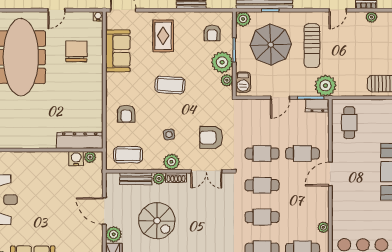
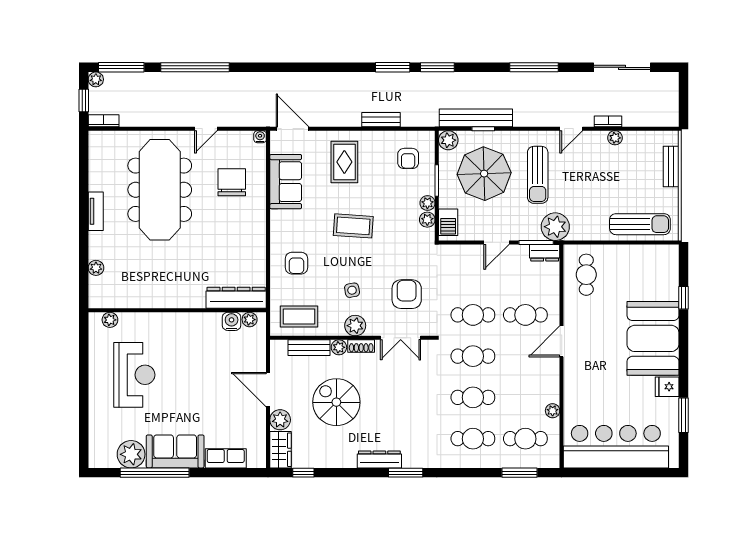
plant: (222, 62) -> (427, 203), width x0.53, depth x0.53
armchair: (211, 138) -> (407, 294), turned 90
spiral stairs: (157, 221) -> (336, 402), turned 180

